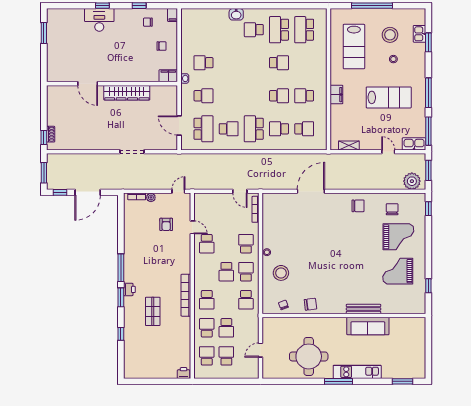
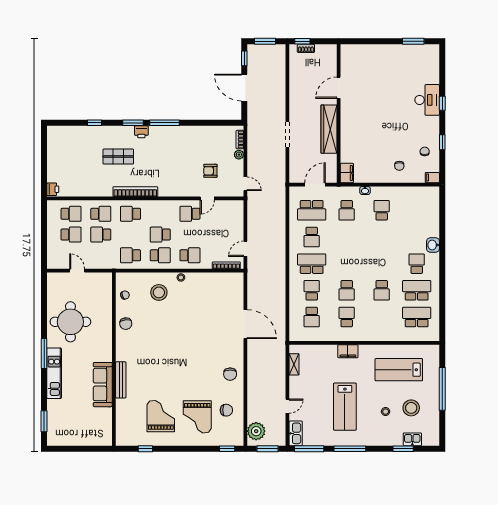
filing cabinet: (168, 76) -> (347, 173), moved
door: (88, 84) -> (339, 88), moved
wall: (112, 84) -> (339, 114), moved
wardrobe: (127, 93) -> (329, 129), moved

